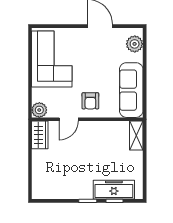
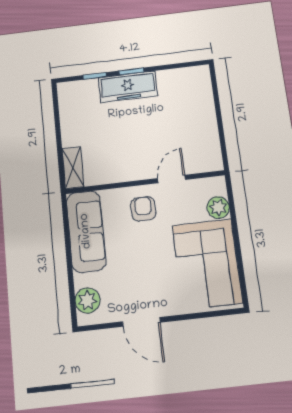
plant: (39, 110) -> (218, 207), moved
wardrobe: (40, 135) -> (210, 152), removed
freezer: (114, 190) -> (128, 87), moved

